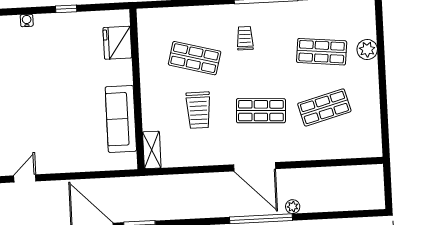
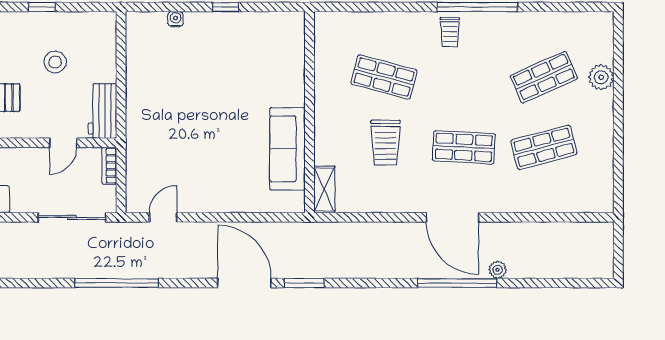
trolley: (245, 38) -> (450, 32), moved, turned 180
fridge: (117, 43) -> (288, 53), removed
shop shelf: (322, 52) -> (544, 77), turned -30

